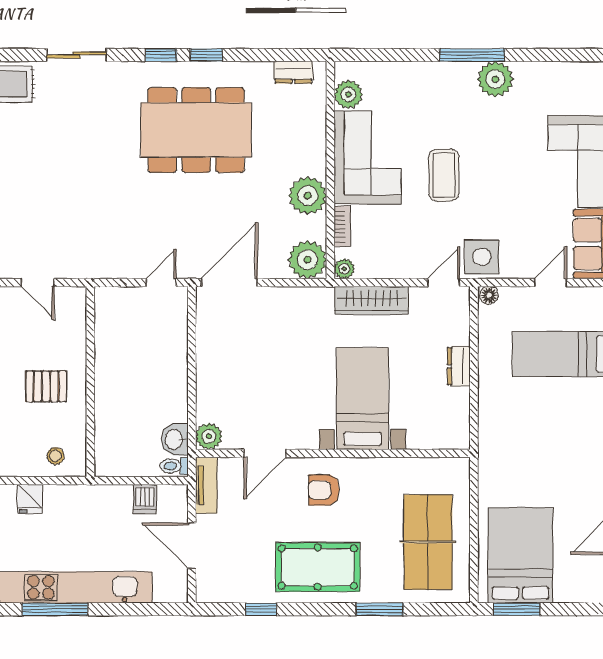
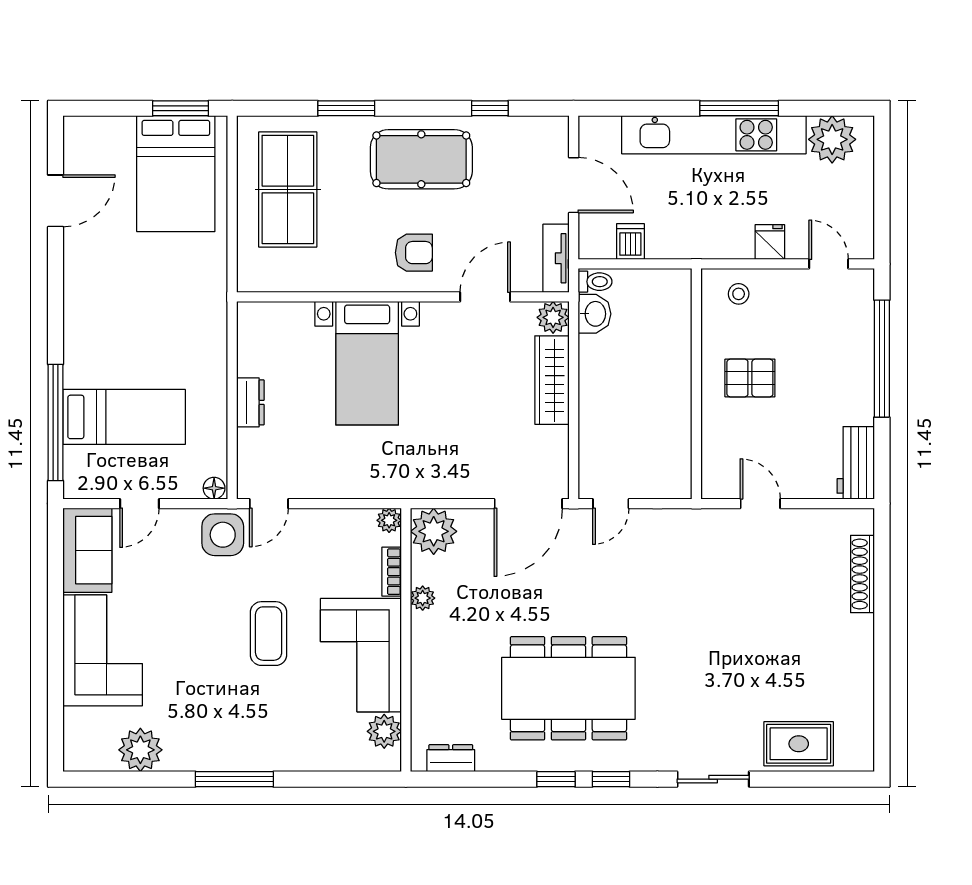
plant: (495, 79) -> (140, 750), moved
plant: (308, 196) -> (423, 598), width x0.53, depth x0.53
wardrobe: (372, 300) -> (552, 380), moved, turned -90

